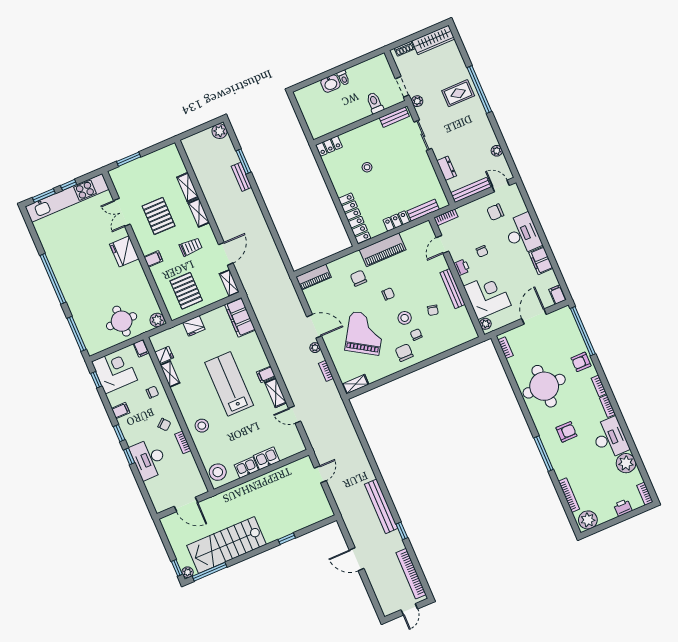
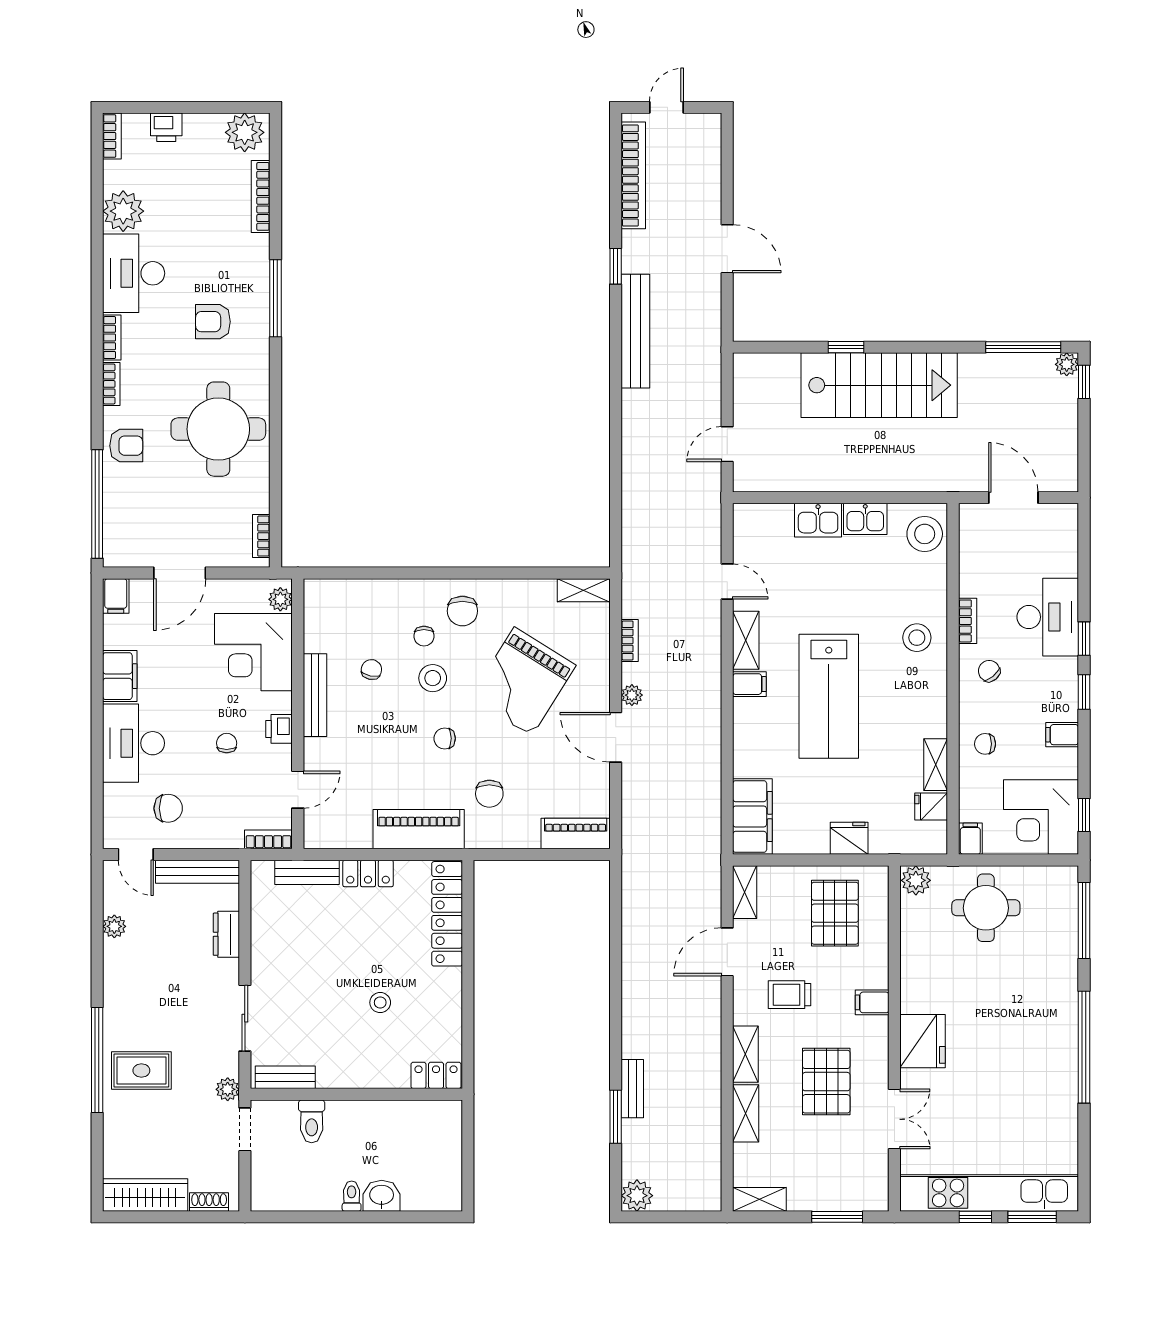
shelving: (166, 152) -> (759, 1199), added
stairs: (226, 545) -> (879, 385), moved

